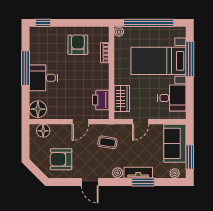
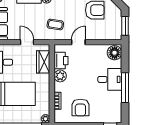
plant: (102, 82) -> (60, 76), added
door: (141, 122) -> (27, 42), hinge flipped
floor lamp: (43, 131) -> (110, 34), removed
window: (26, 141) -> (125, 26), added

